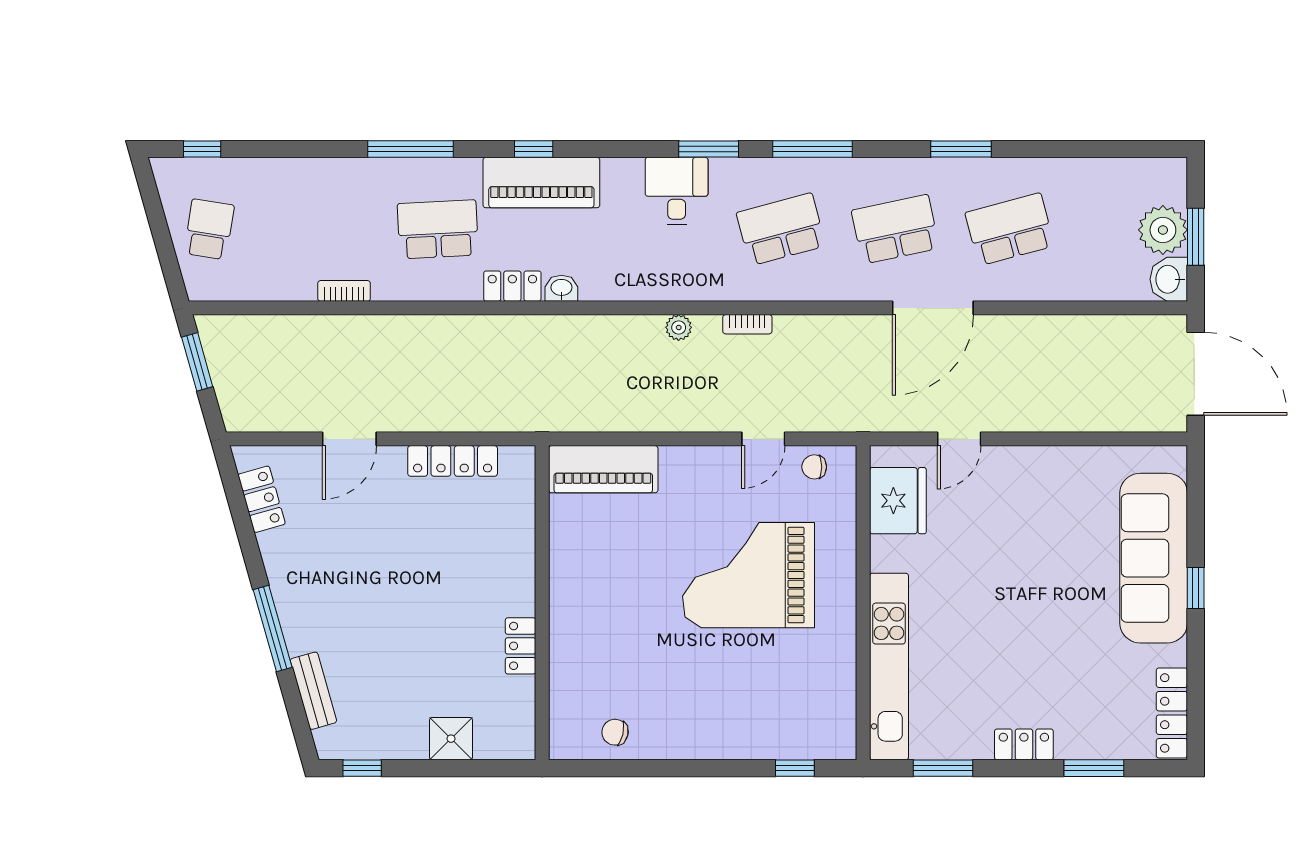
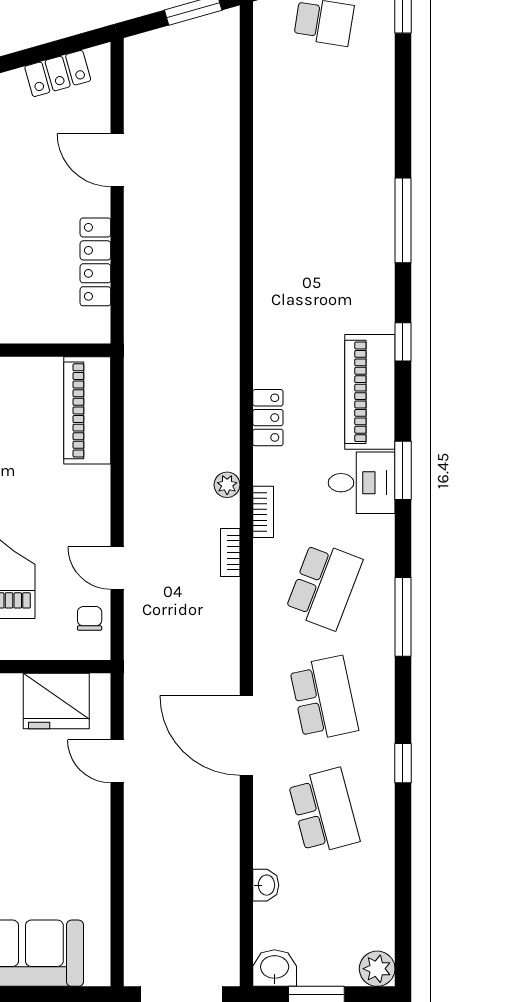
window: (709, 149) -> (403, 470), moved
window: (961, 149) -> (403, 763), width x0.67
piano: (541, 183) -> (370, 392), moved
school desk: (438, 229) -> (324, 247), removed
school desk: (781, 229) -> (324, 586), turned 36
plant: (1163, 230) -> (377, 969), moved, width x0.73, depth x0.73
locker: (512, 286) -> (268, 418), moved
washbasin: (561, 288) -> (266, 885), moved
bookcase: (344, 291) -> (263, 512), moved

